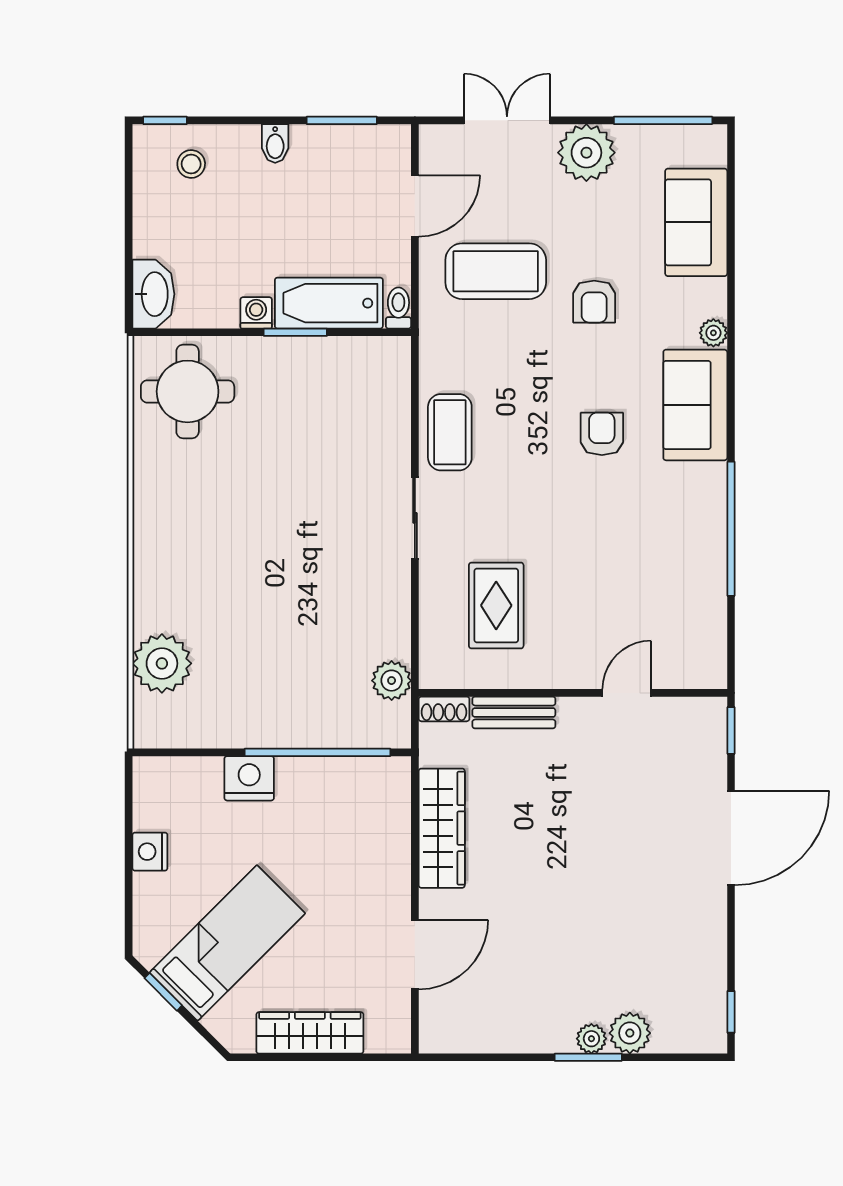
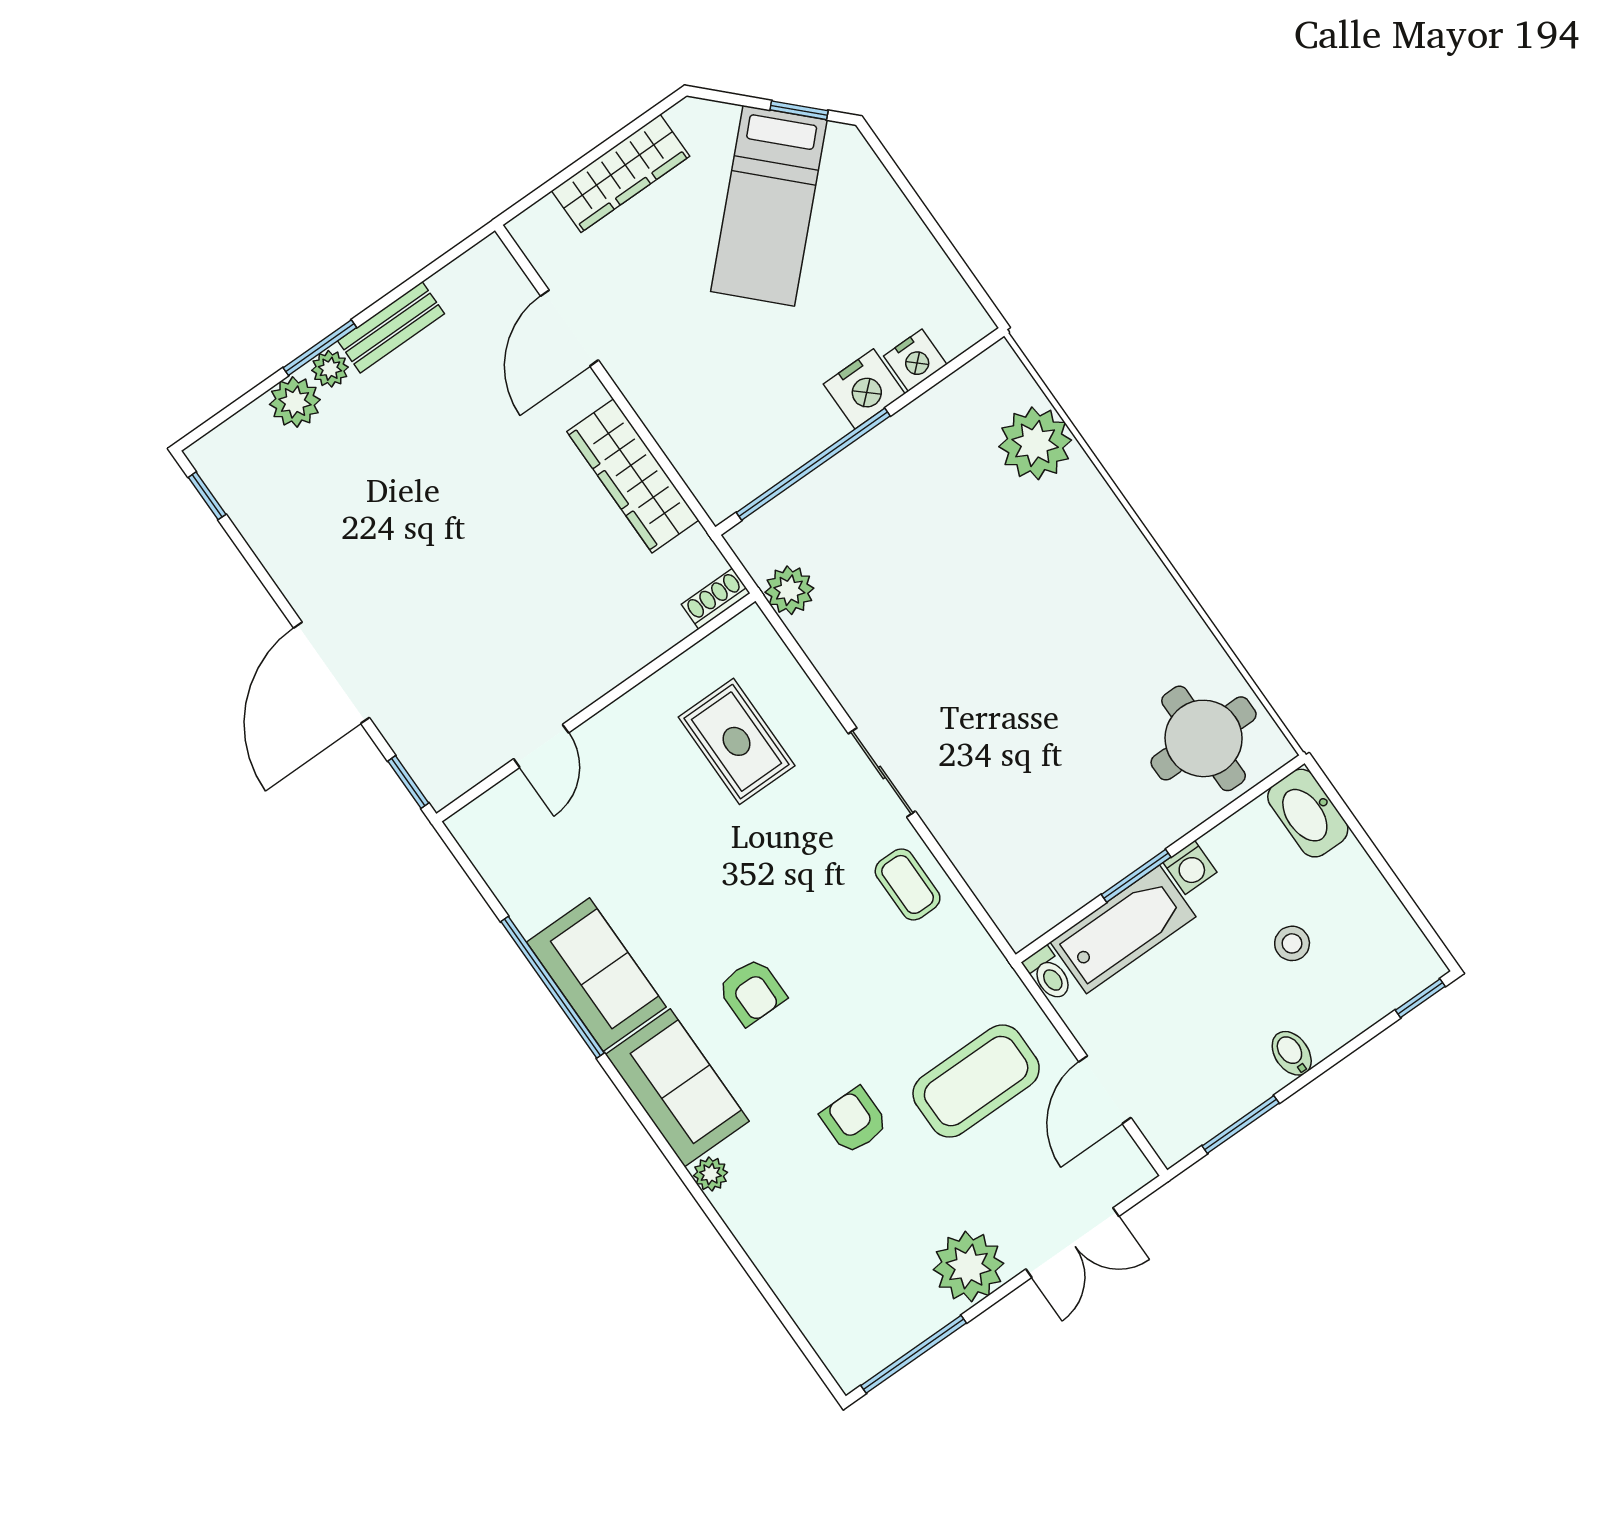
stool: (191, 164) -> (1292, 943), moved
sofa: (696, 222) -> (596, 974), moved
coffee table: (450, 432) -> (908, 884), width x0.73, depth x0.77
bench: (514, 712) -> (391, 327), moved
nightstand: (150, 852) -> (915, 360), moved, turned 90

